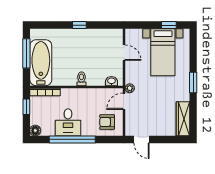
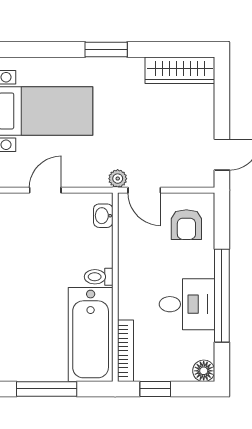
bathtub: (41, 63) -> (91, 335), moved, turned -90

